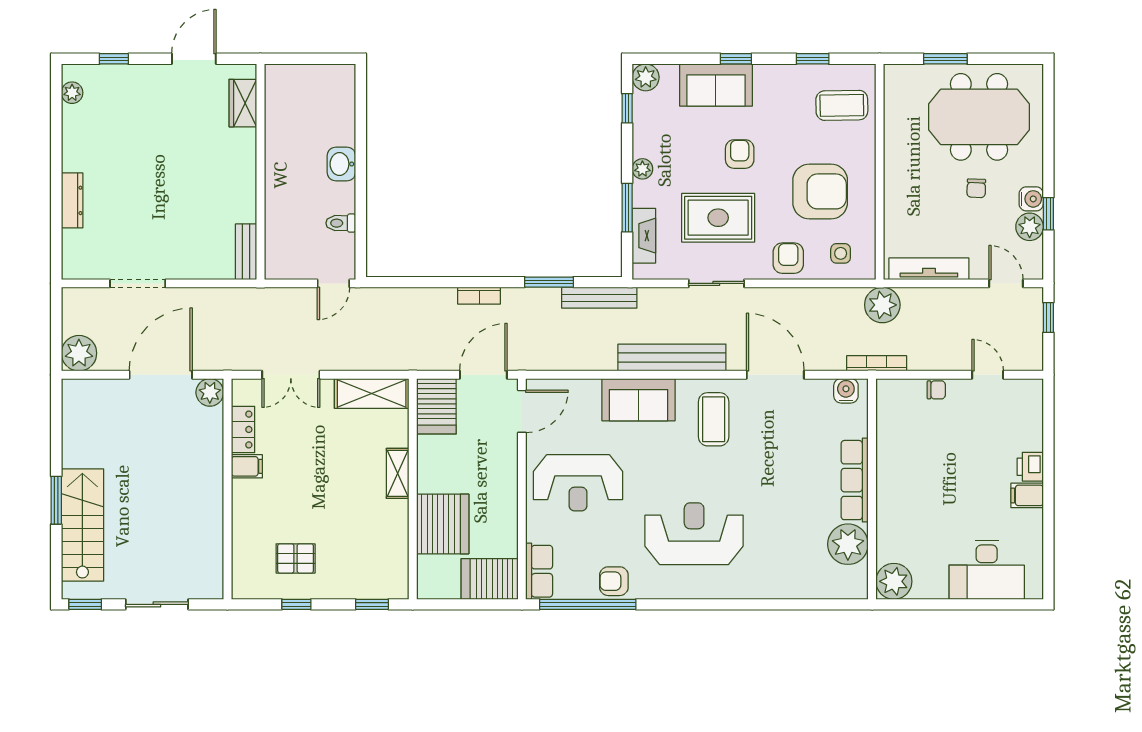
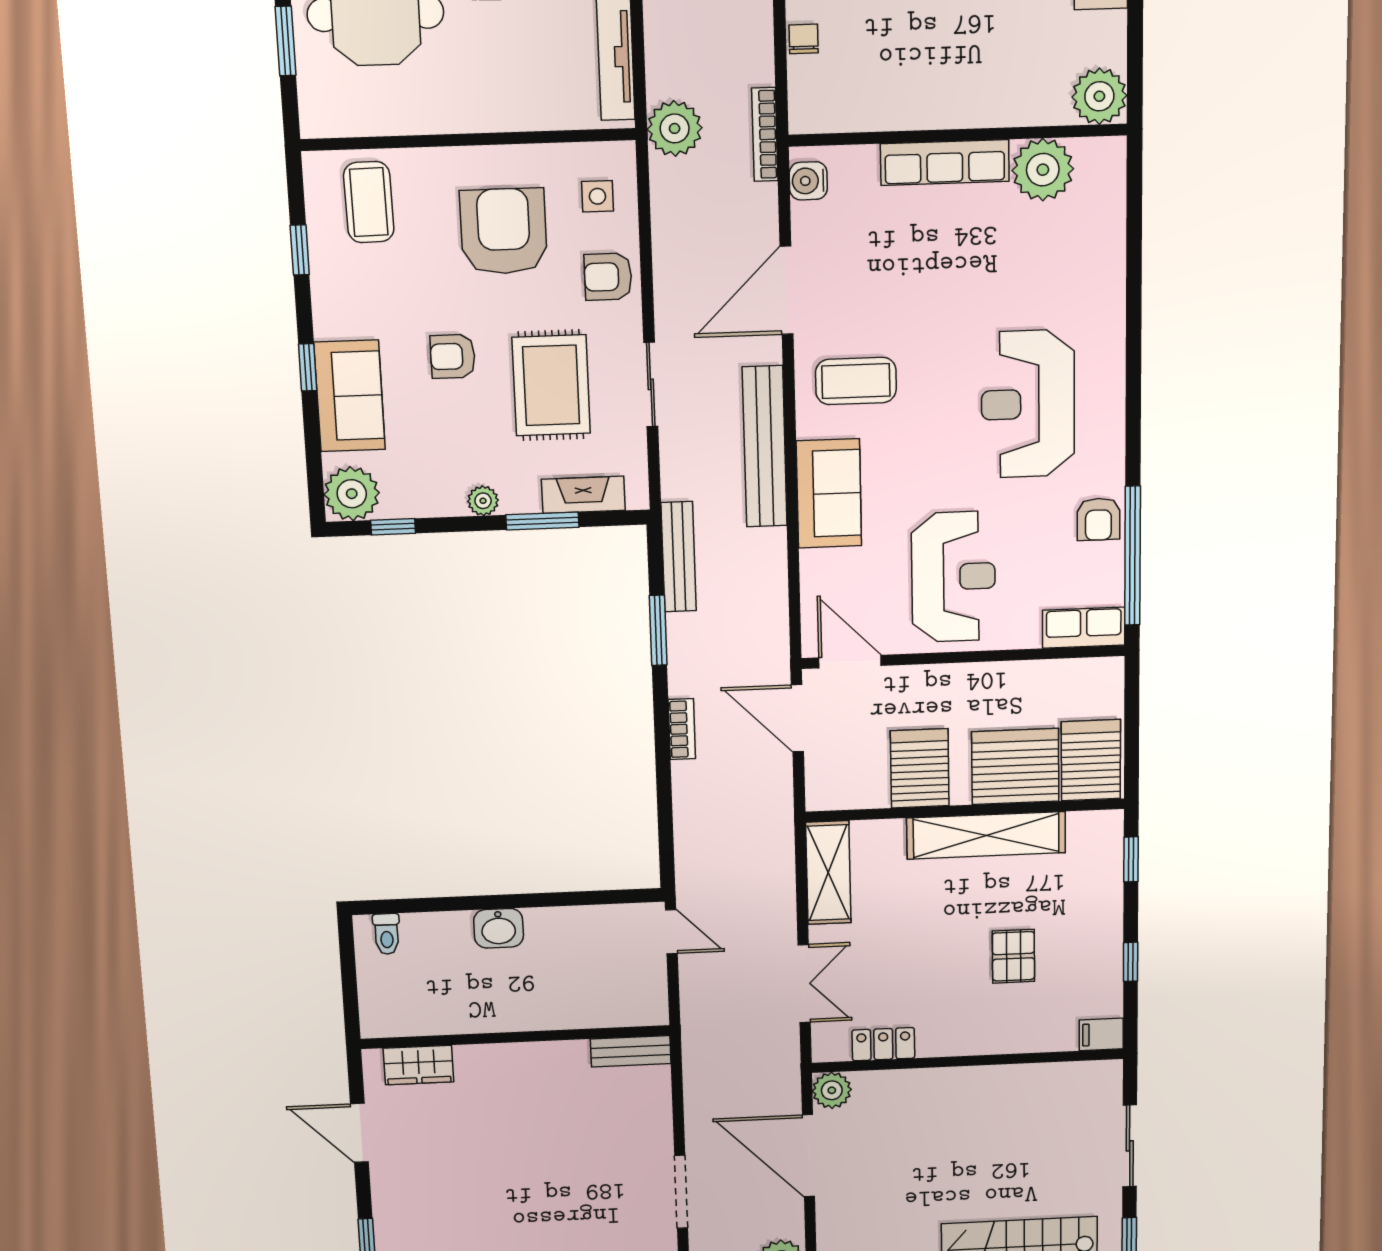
plant: (646, 77) -> (352, 494), width x1.36, depth x1.36
toilet: (341, 223) -> (387, 934), moved
server rack: (436, 406) -> (920, 768), moved, turned -90
filing cabinet: (247, 466) -> (1101, 1034), moved, turned -90
shelving: (398, 473) -> (986, 835), width x2.20, depth x1.33
pallet: (296, 558) -> (1013, 956), moved
server rack: (490, 579) -> (1091, 760), moved, turned 180

